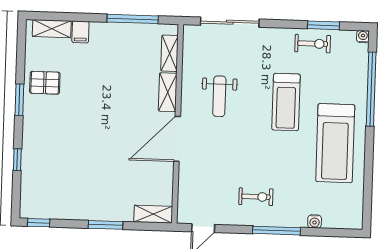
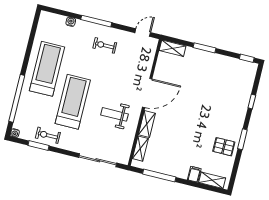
weight bench: (219, 96) -> (114, 114), turned -90
treadmill: (286, 102) -> (73, 102), width x1.37, depth x1.38

